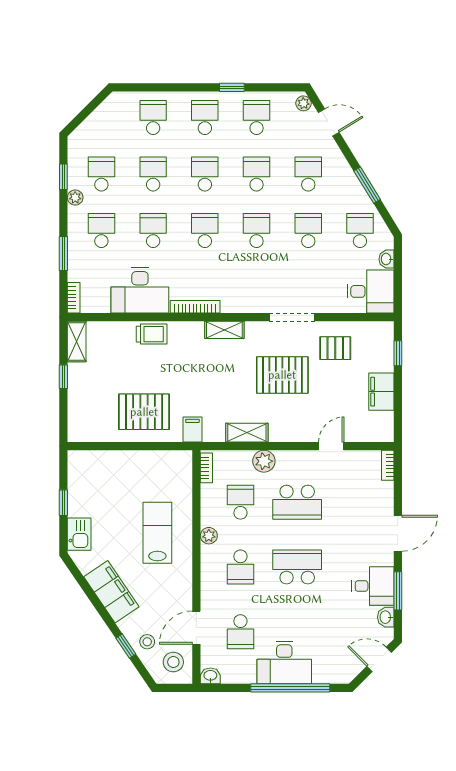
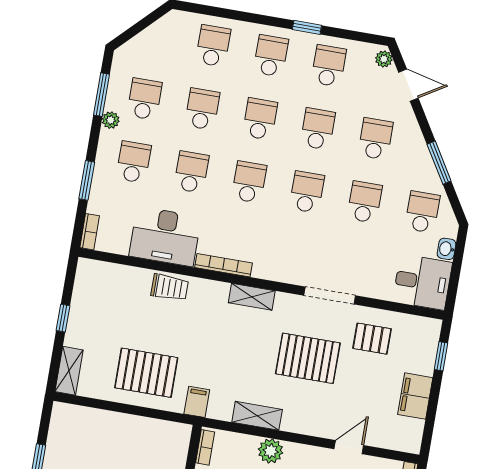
window: (63, 177) -> (102, 95), width x1.50
shelving: (77, 342) -> (69, 371), moved

